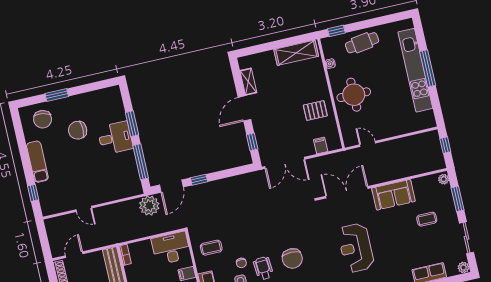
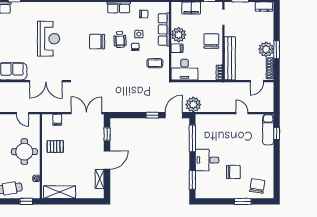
window: (132, 124) -> (192, 180), moved
exam couch: (37, 162) -> (268, 130), moved
chair: (292, 258) -> (97, 42), turned -90

